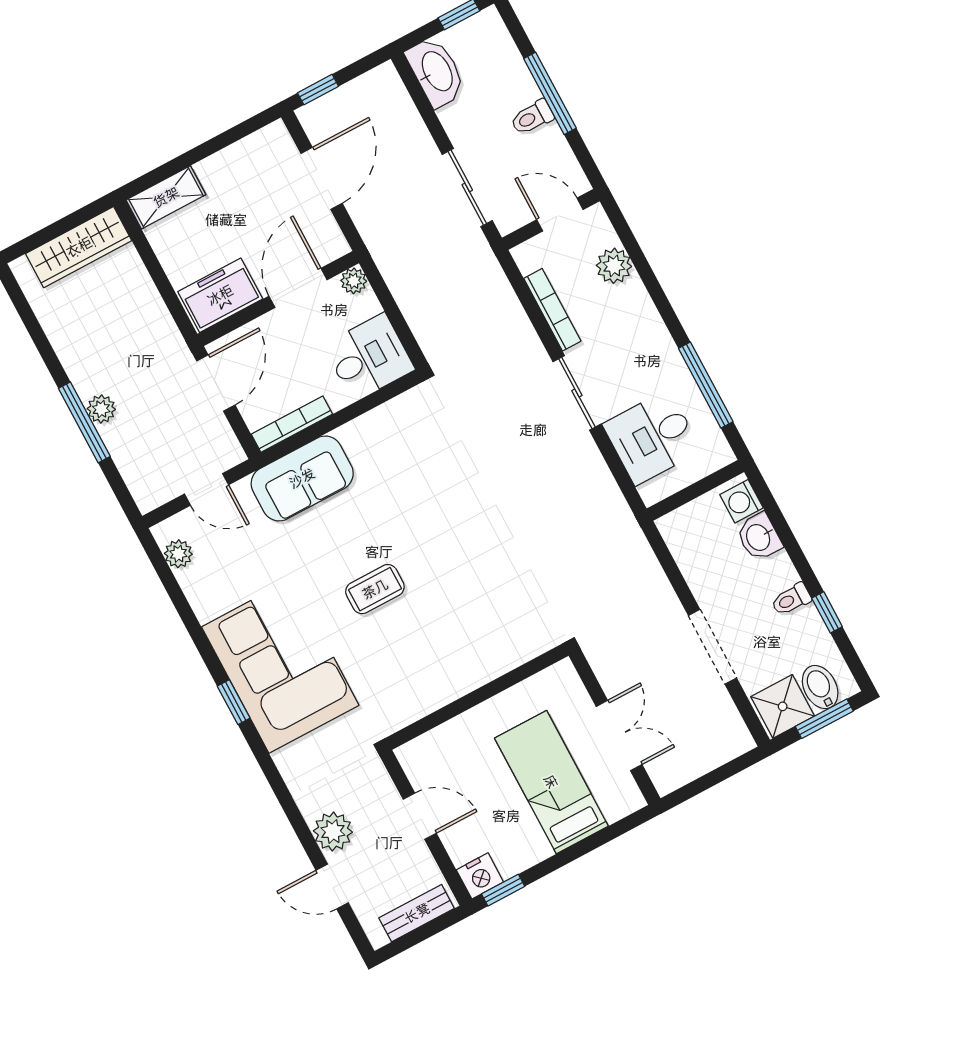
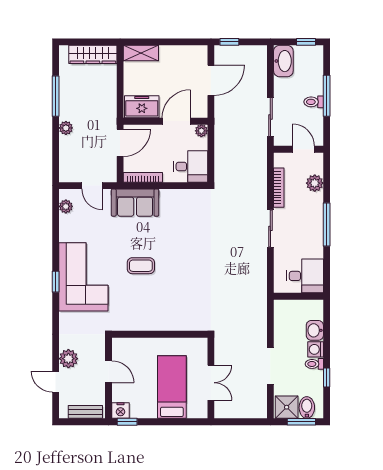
window: (706, 385) -> (327, 225), moved
window: (84, 422) -> (56, 96), moved
desk: (652, 437) -> (305, 276), moved, turned 180
washing machine: (742, 501) -> (316, 349), moved

